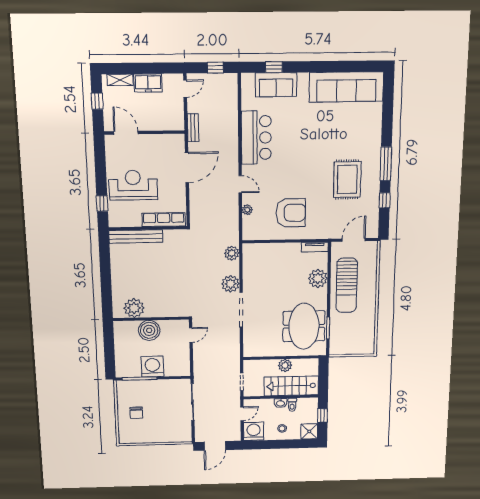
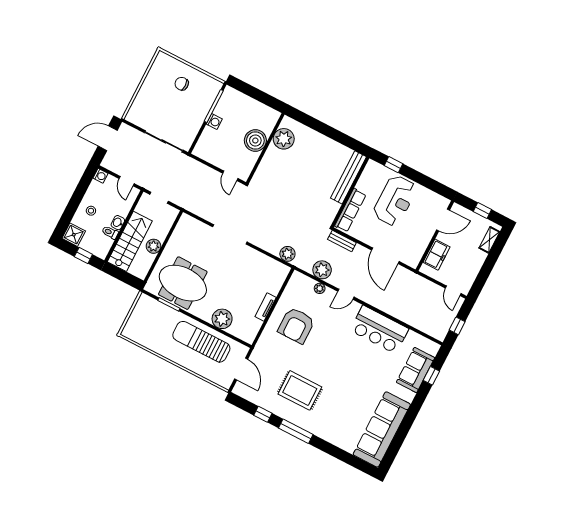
freezer: (148, 83) -> (437, 255), moved, turned 180
bench: (193, 128) -> (342, 241), moved
tv unit: (315, 247) -> (266, 307), moved
plant: (231, 284) -> (322, 270), moved
washing machine: (152, 367) -> (214, 122), width x0.53, depth x0.53
washing machine: (254, 431) -> (101, 176), width x0.53, depth x0.53
door: (215, 446) -> (108, 138), hinge flipped

